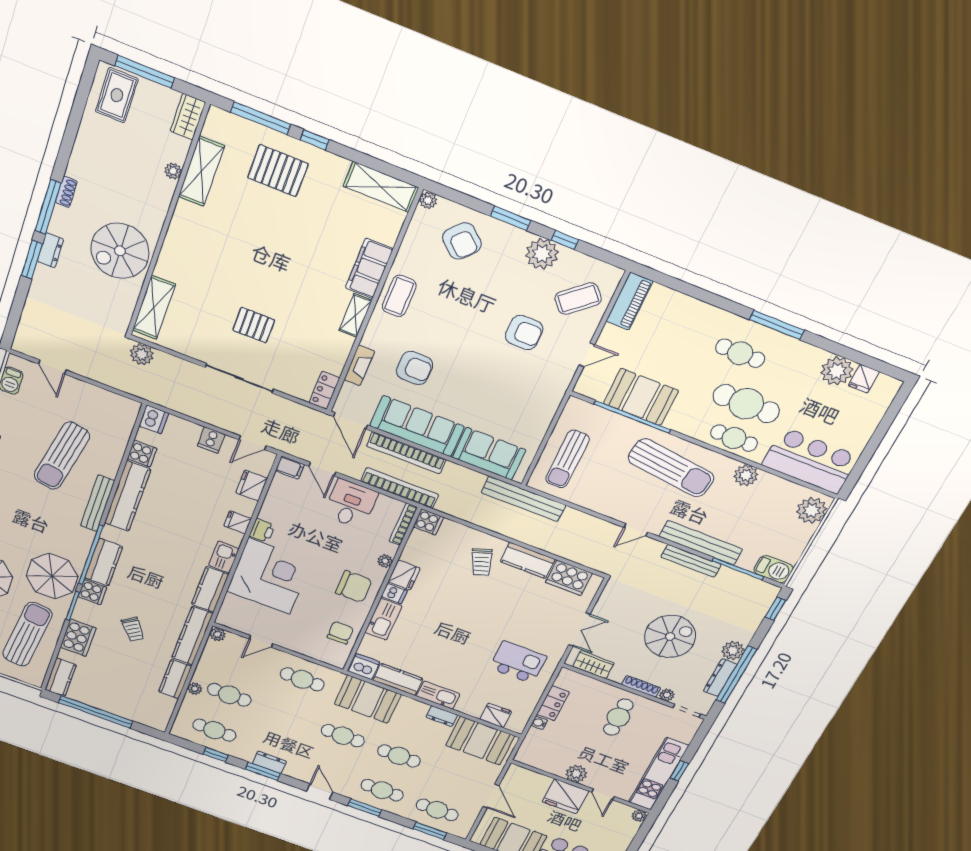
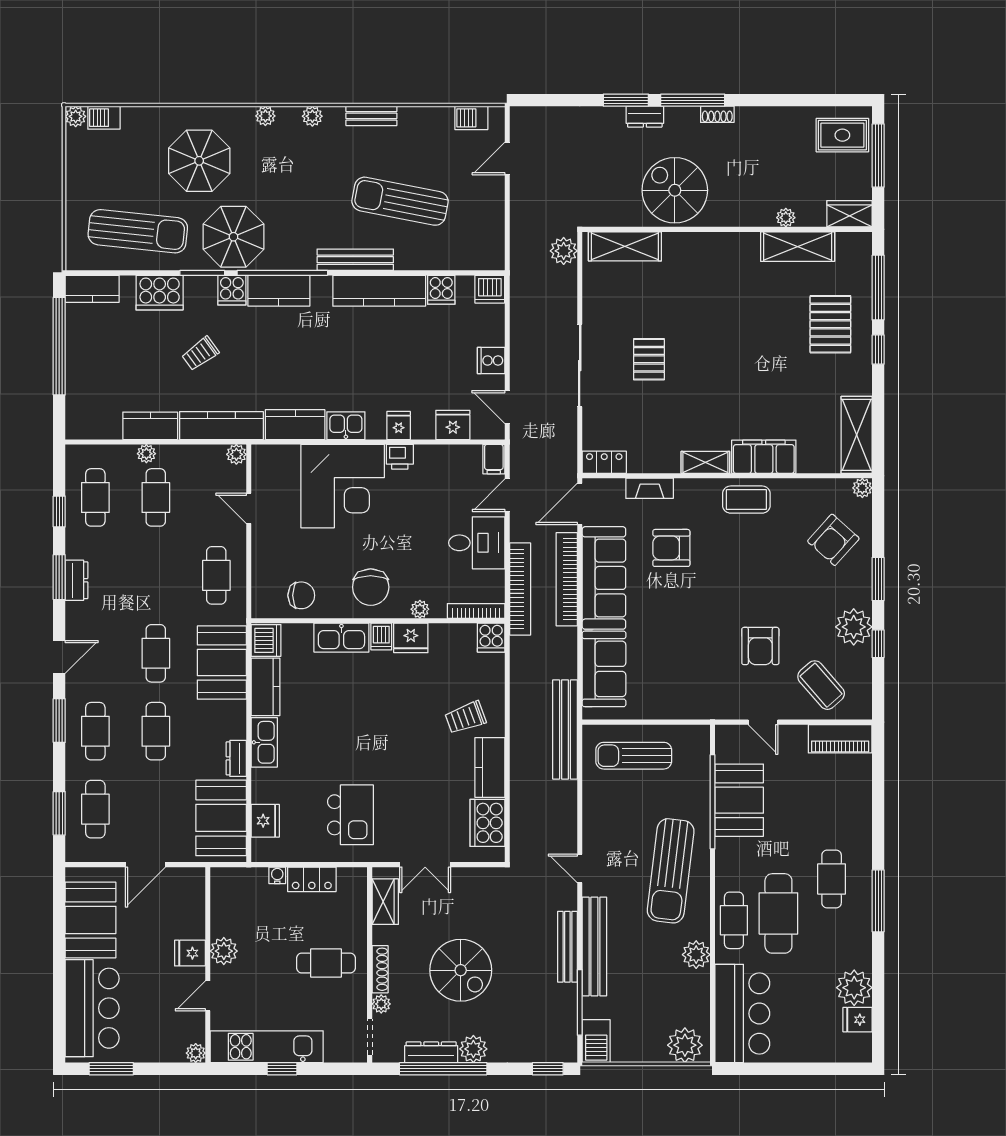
armchair: (415, 368) -> (671, 548), turned 90
fridge: (565, 796) -> (190, 953), width x0.53, depth x0.75

